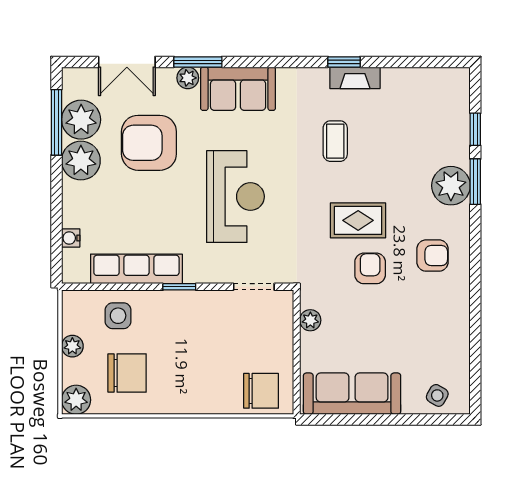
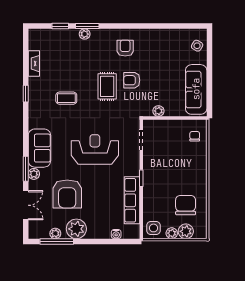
fireplace: (355, 78) -> (34, 64), moved
plant: (81, 120) -> (55, 233), width x0.53, depth x0.53
plant: (451, 186) -> (85, 34), width x0.53, depth x0.53
side table: (118, 316) -> (153, 228), moved
chair: (261, 391) -> (195, 136), width x0.54, depth x0.54
plant: (76, 400) -> (186, 231), moved

